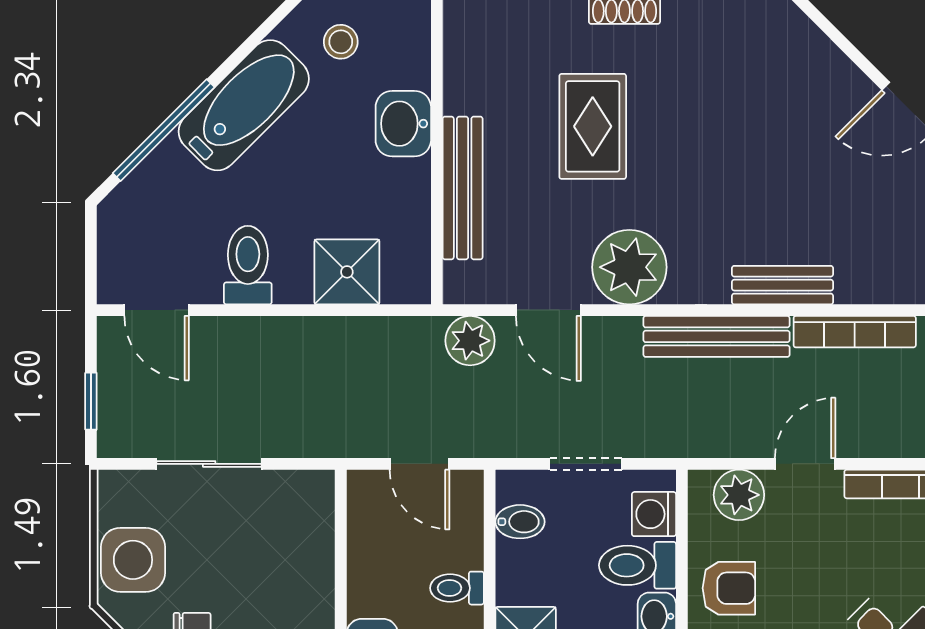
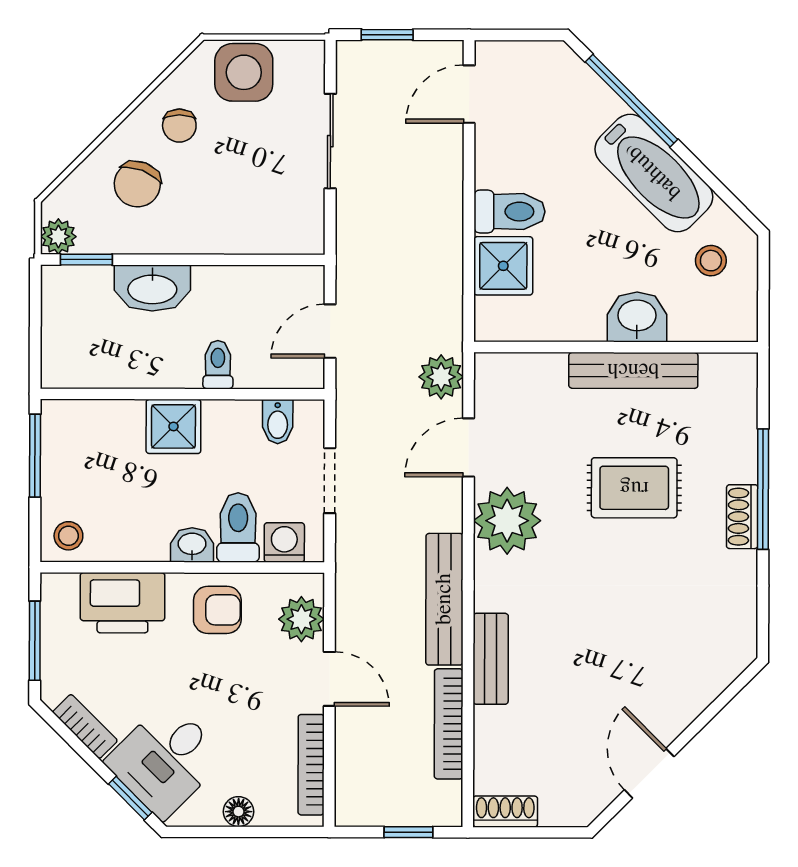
bench: (463, 188) -> (633, 370), moved
toilet: (248, 265) -> (509, 212), moved
armchair: (729, 588) -> (217, 610), turned -90

